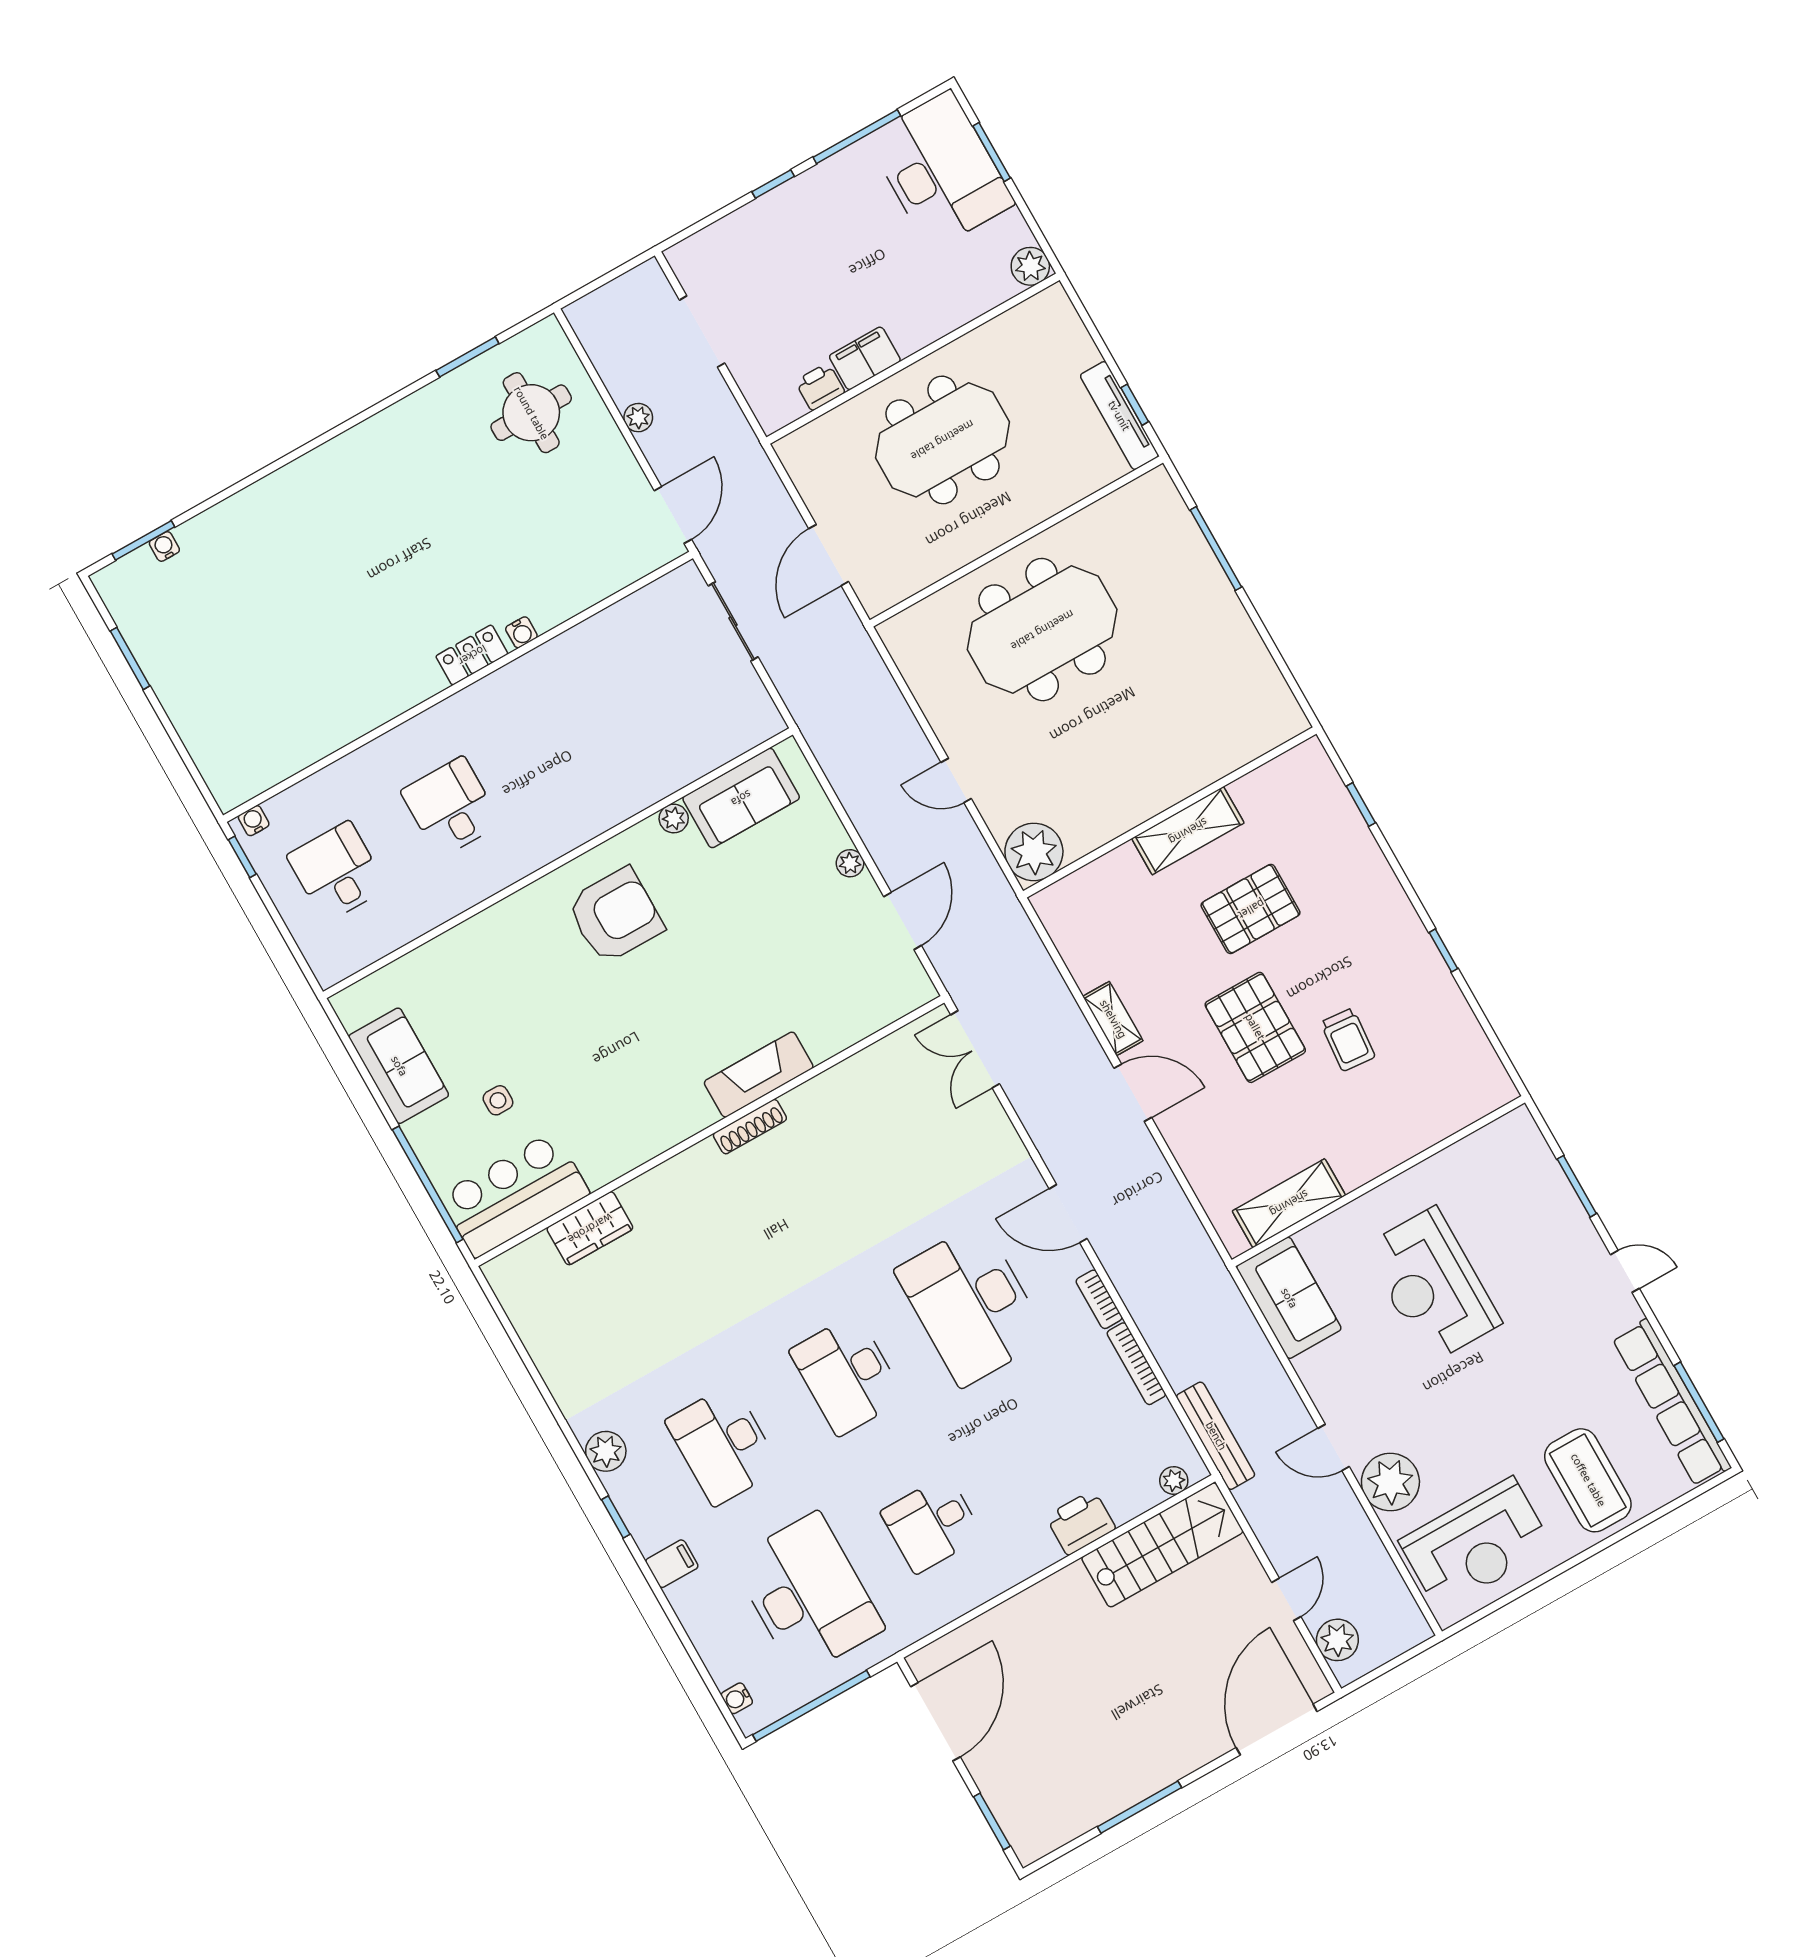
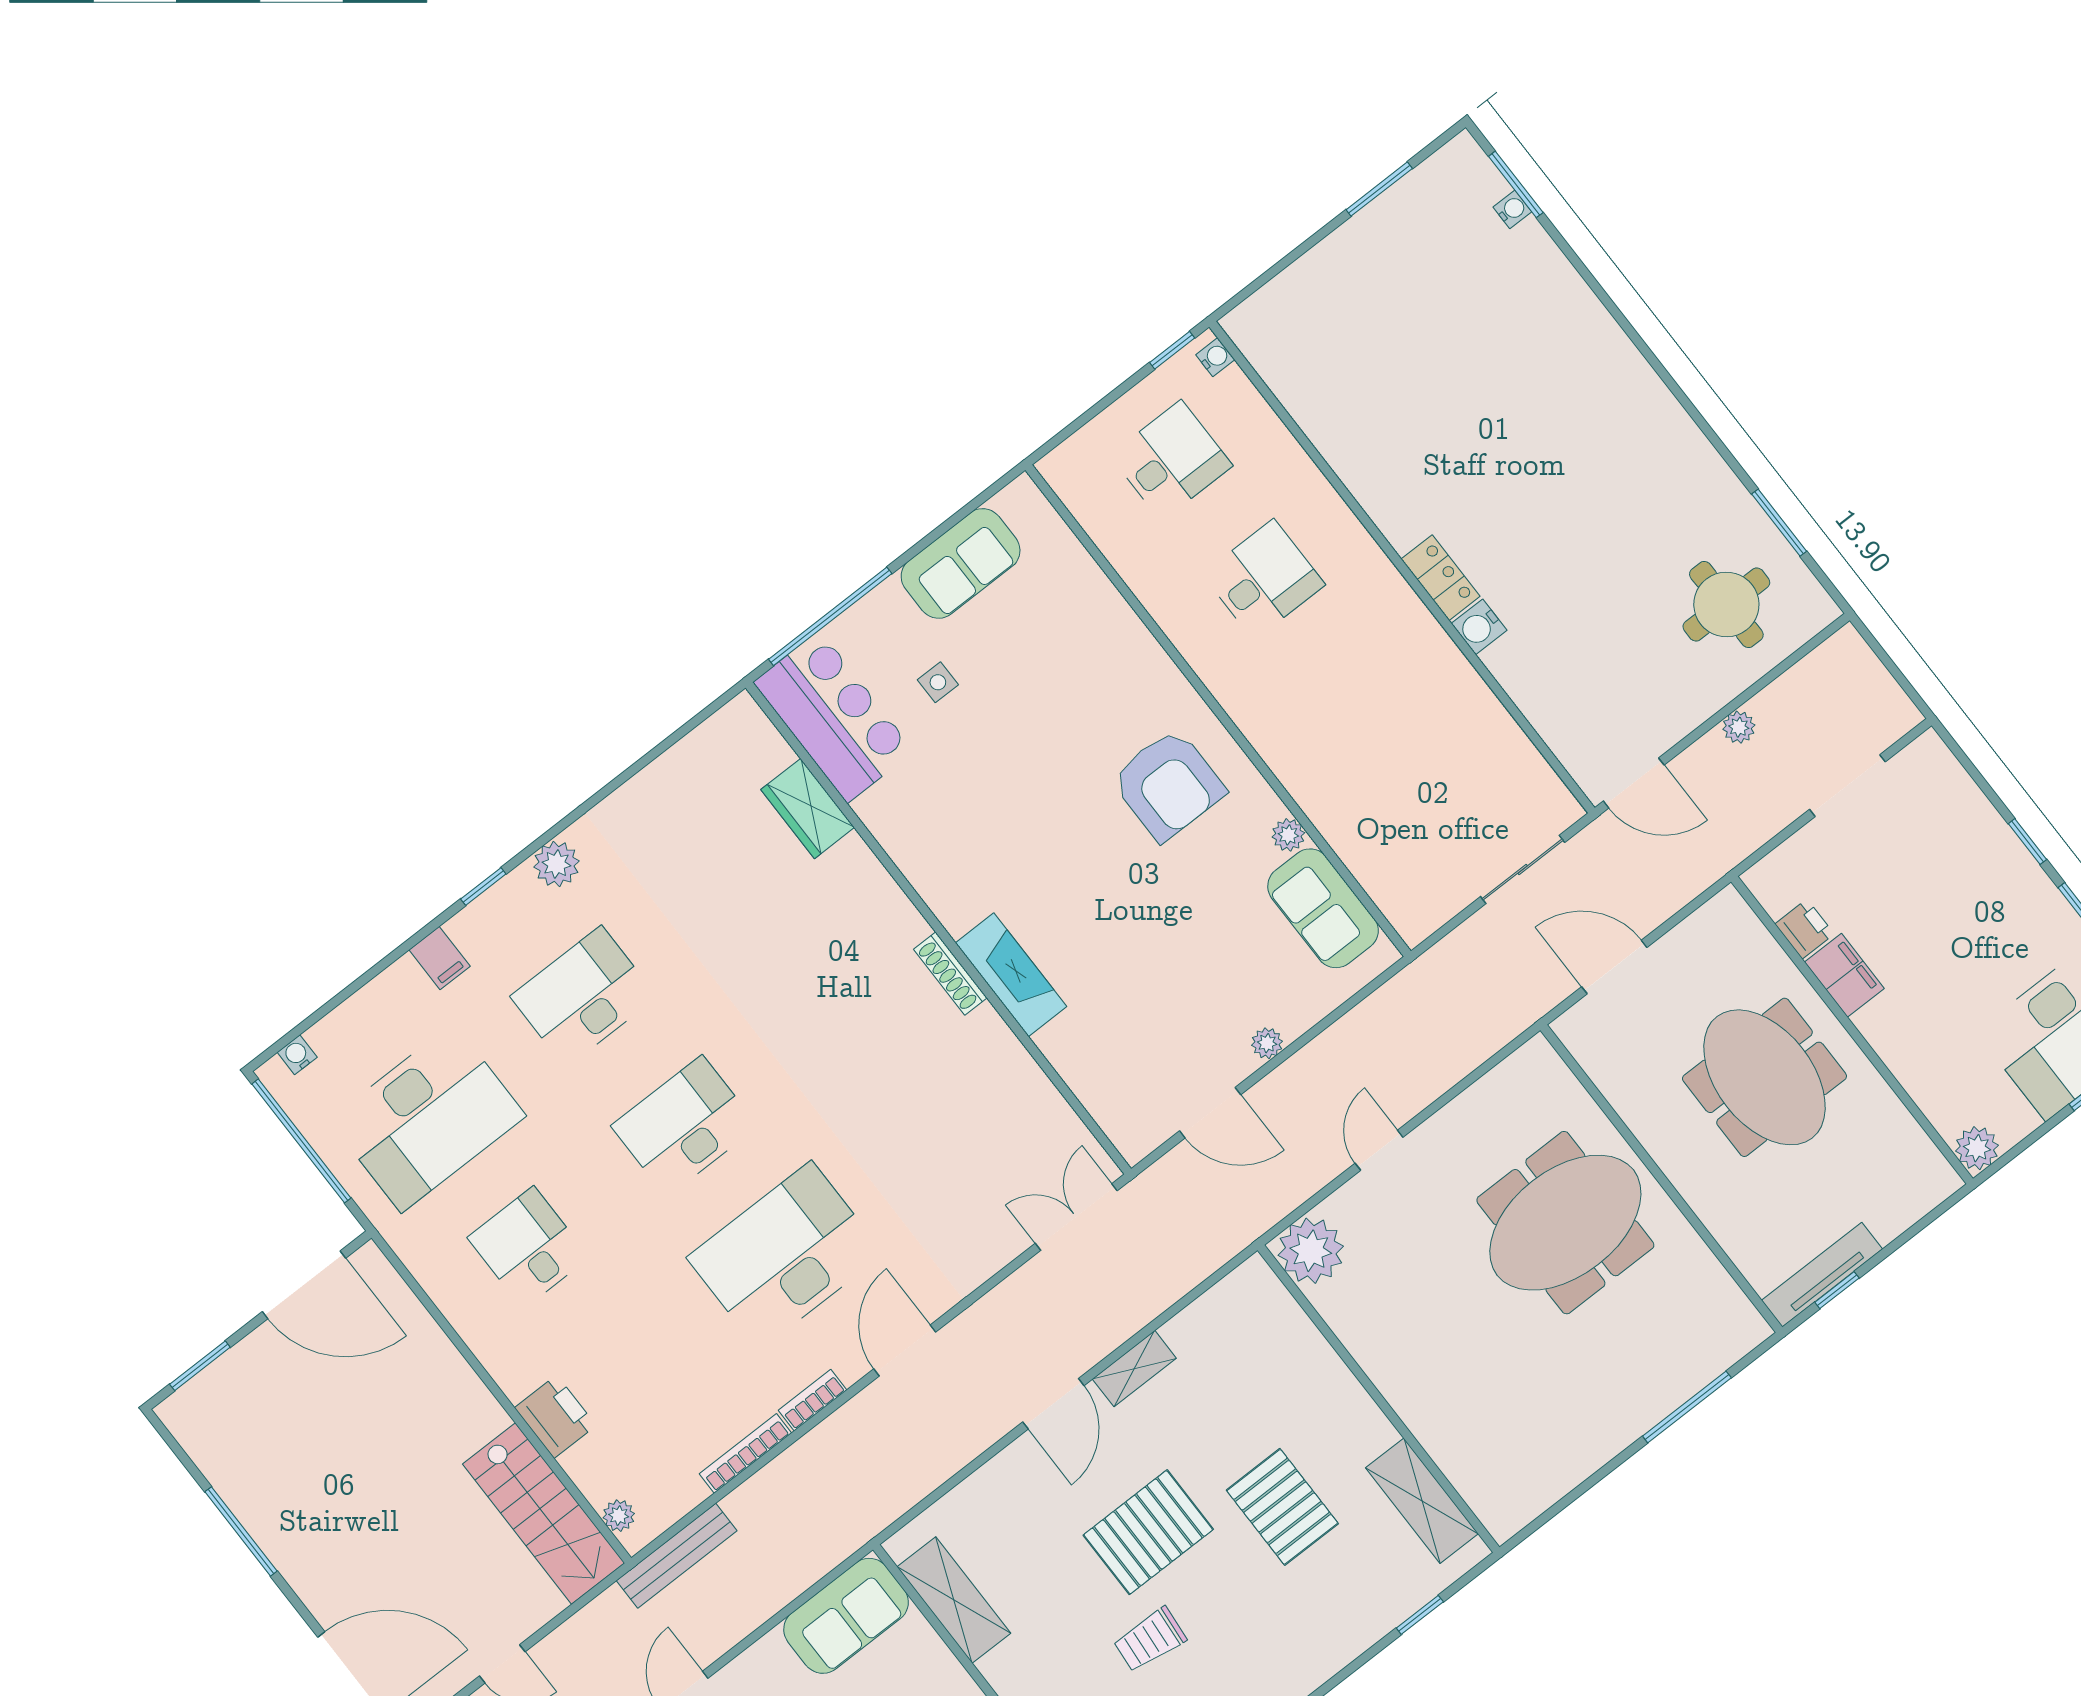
meeting table: (1042, 630) -> (1565, 1223), turned 90
water cooler: (521, 632) -> (1479, 627), width x1.38, depth x1.38
shelving: (1188, 831) -> (1422, 1501), moved

